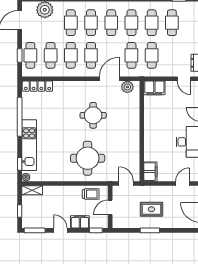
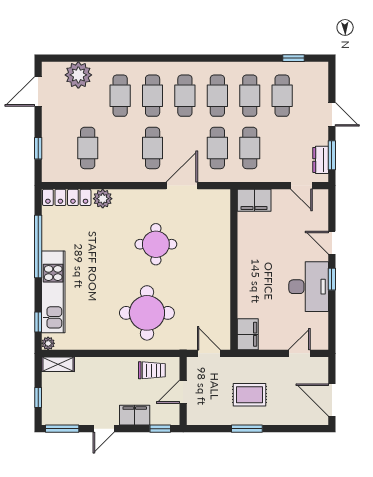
cafe table: (30, 55) -> (55, 148), removed
cafe table: (71, 55) -> (120, 148), removed
plant: (127, 87) -> (103, 199), moved
door: (61, 230) -> (104, 429), swing flipped

